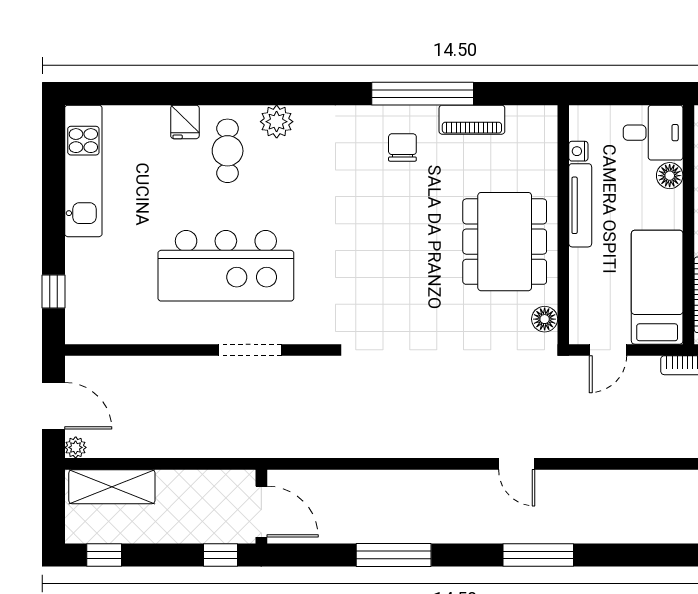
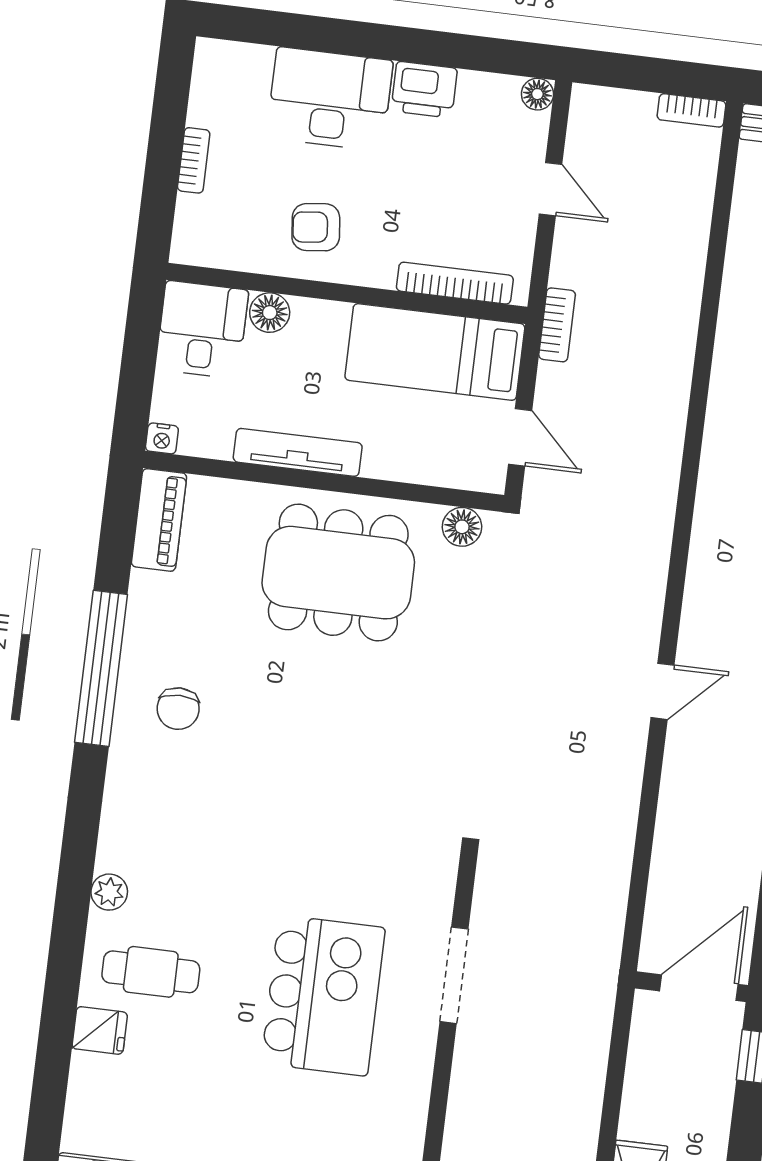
piano: (472, 120) -> (159, 520), moved
plant: (277, 122) -> (109, 892), width x0.73, depth x0.73
chair: (402, 147) -> (178, 709), turned -90
nightstand: (578, 151) -> (162, 438), moved
kitchen island: (226, 266) -> (323, 996), width x0.73
door: (517, 464) -> (662, 691), moved

